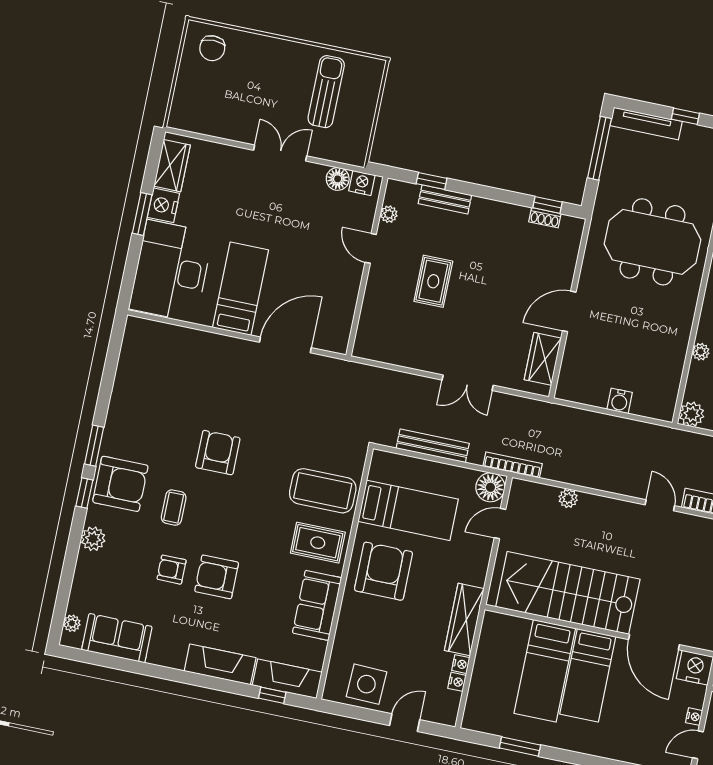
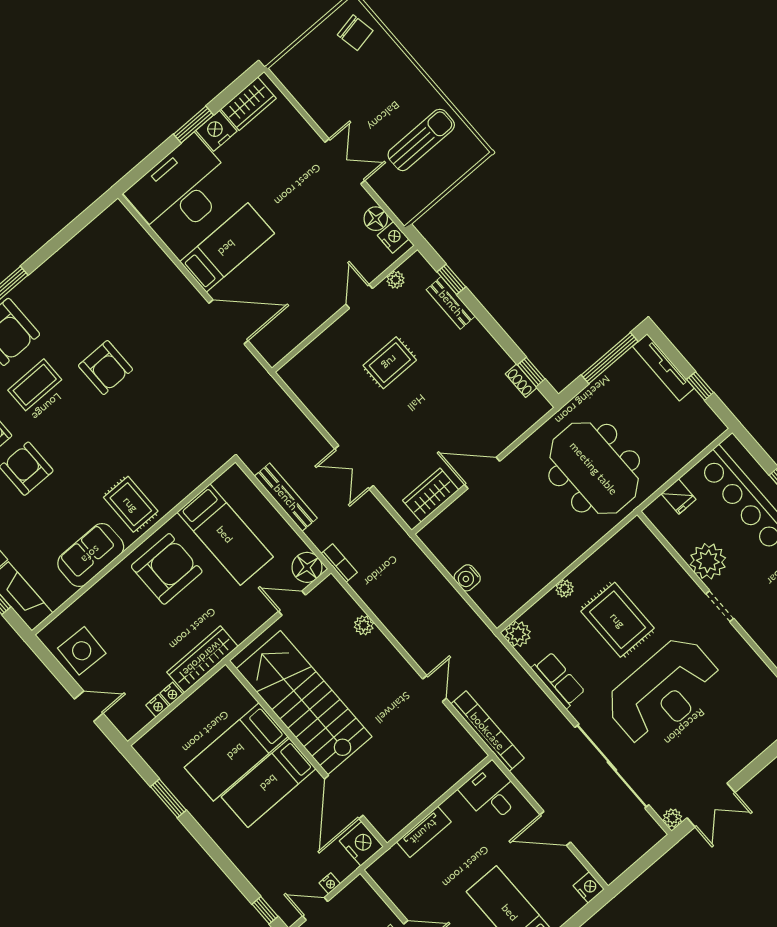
chair: (212, 48) -> (355, 33), turned -101
armchair: (218, 453) -> (106, 368), turned 90
bookcase: (513, 465) -> (339, 563), width x0.64
coffee table: (323, 491) -> (167, 465), removed
coffee table: (174, 508) -> (35, 385), width x1.36, depth x1.30

